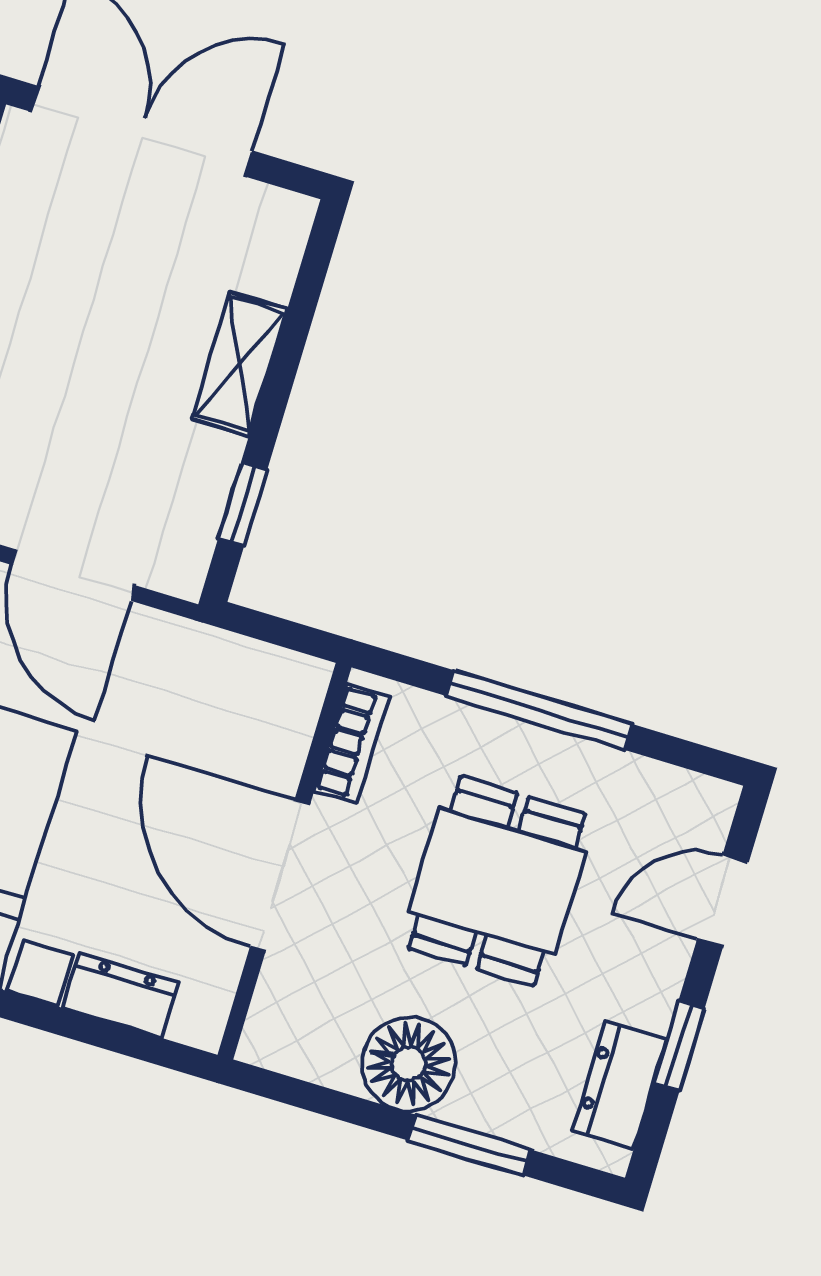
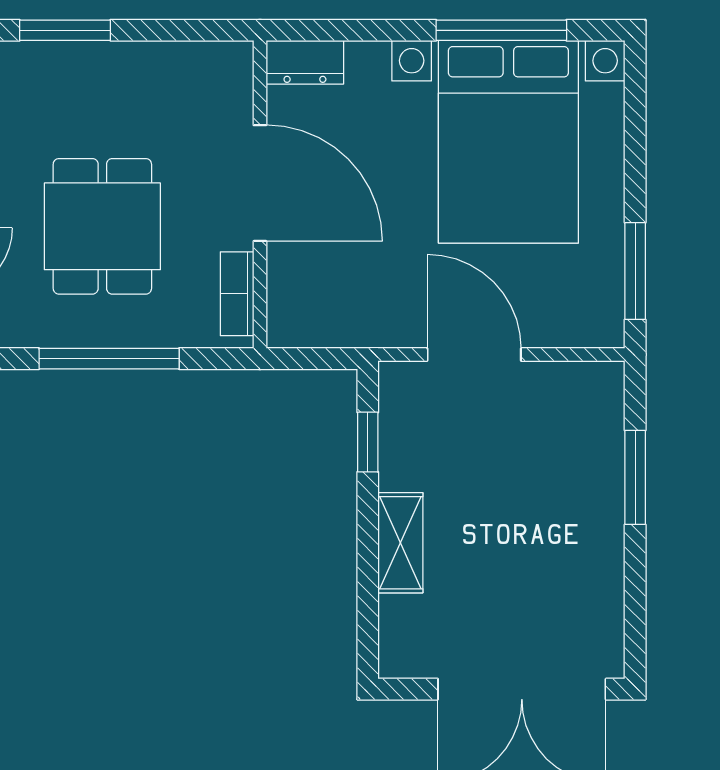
dresser: (121, 995) -> (305, 62), moved
floor lamp: (409, 1064) -> (126, 76), removed

